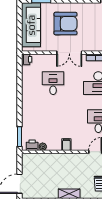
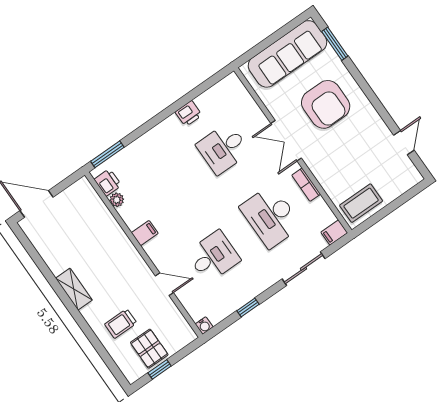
printer: (27, 59) -> (189, 114), moved
desk: (53, 83) -> (223, 148), turned 180

